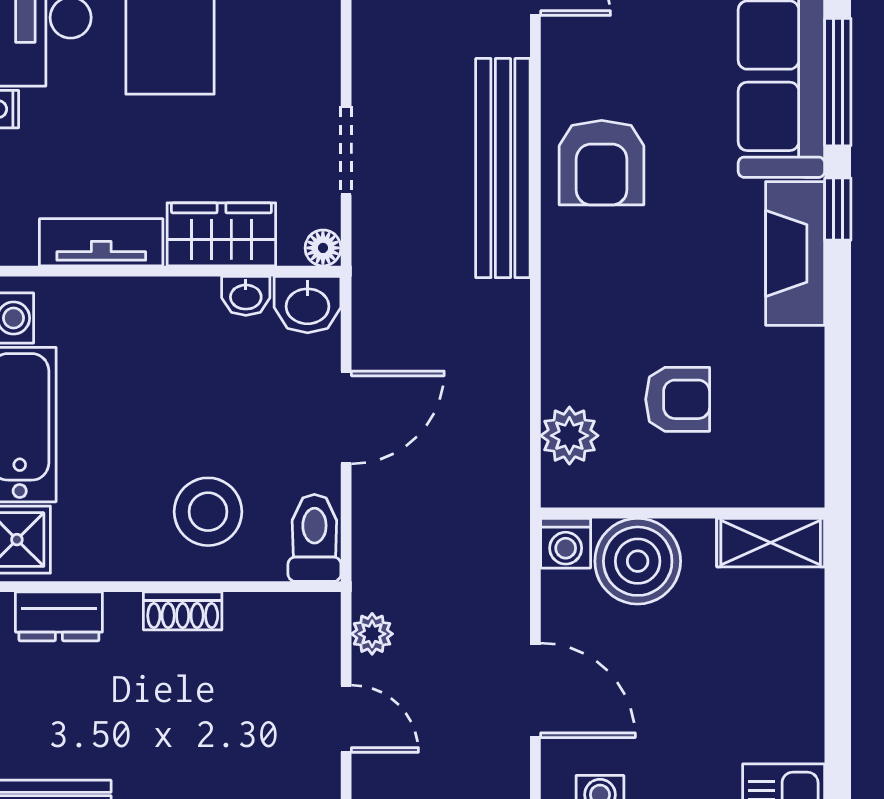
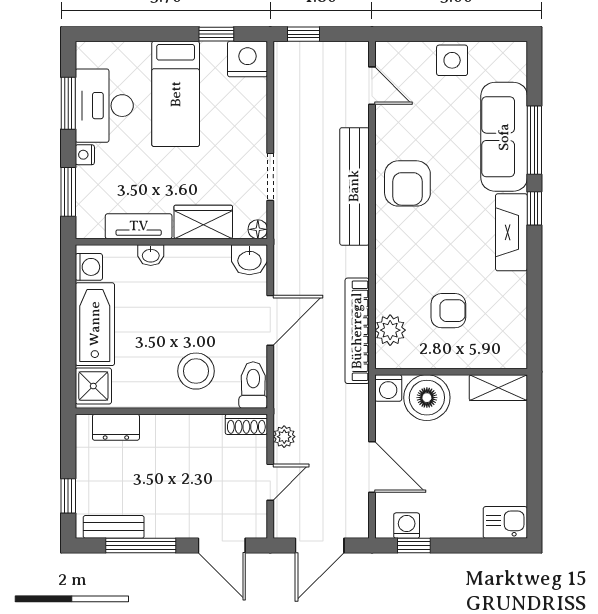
washbasin: (246, 296) -> (151, 255), moved
bookcase: (508, 437) -> (357, 331), added
shoe rack: (183, 611) -> (246, 424), moved
door: (346, 719) -> (270, 482), hinge flipped

